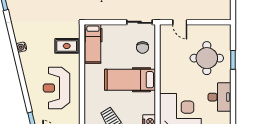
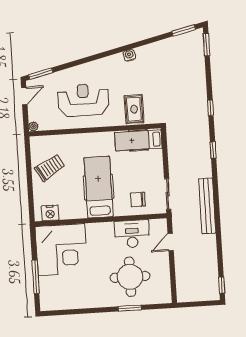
desk: (220, 97) -> (132, 234), moved, turned 180

